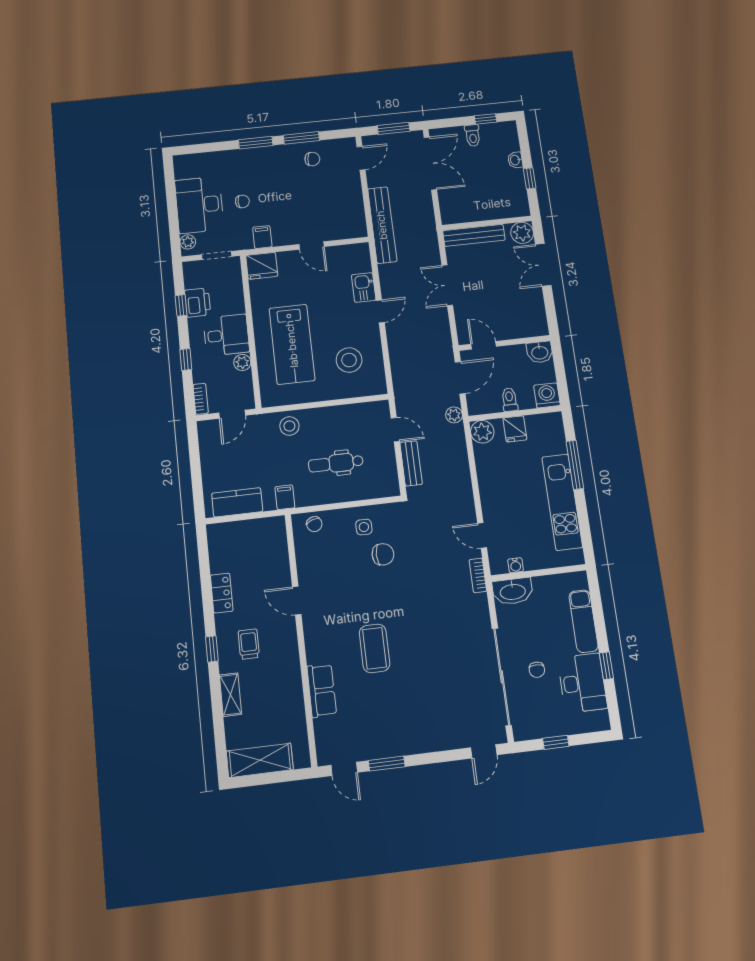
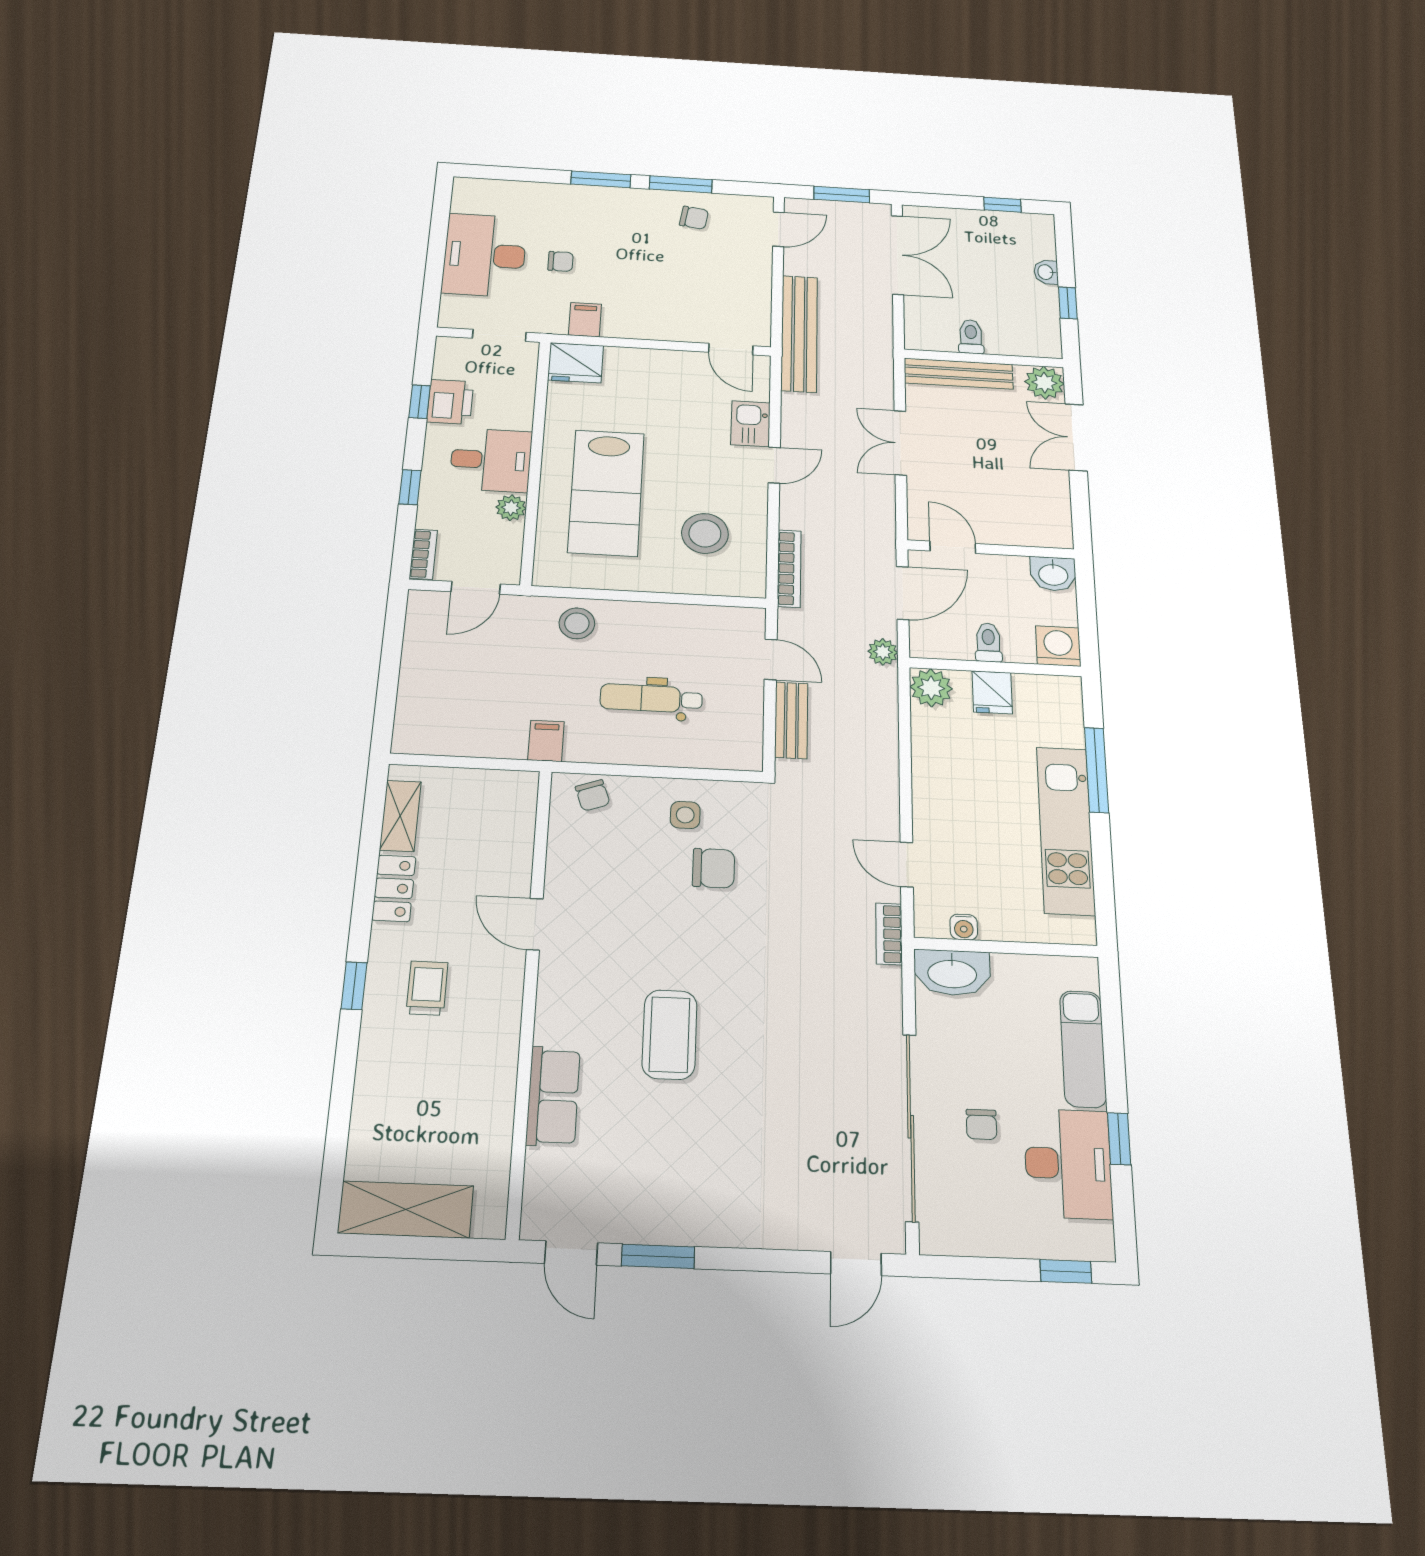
toilet: (473, 135) -> (971, 337), moved, turned 180
plant: (188, 242) -> (453, 307), removed
door: (312, 245) -> (731, 349), moved
bookcase: (397, 373) -> (789, 568), added
kitchen counter: (237, 502) -> (455, 736), removed
shelving: (230, 695) -> (400, 816), moved
window: (556, 742) -> (1066, 1271), moved

